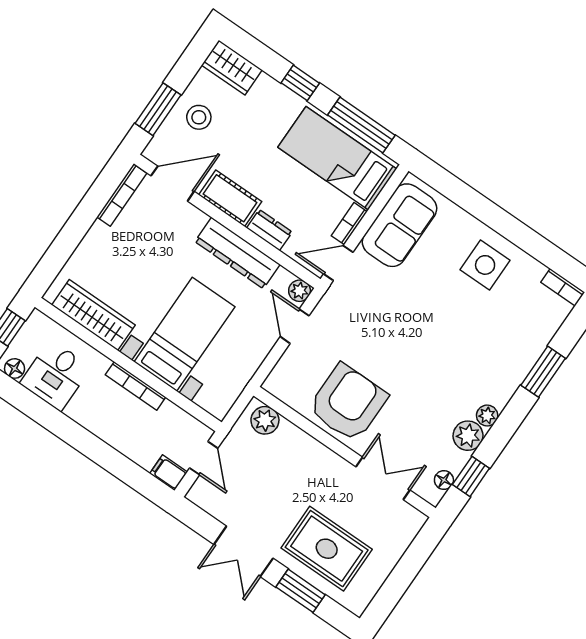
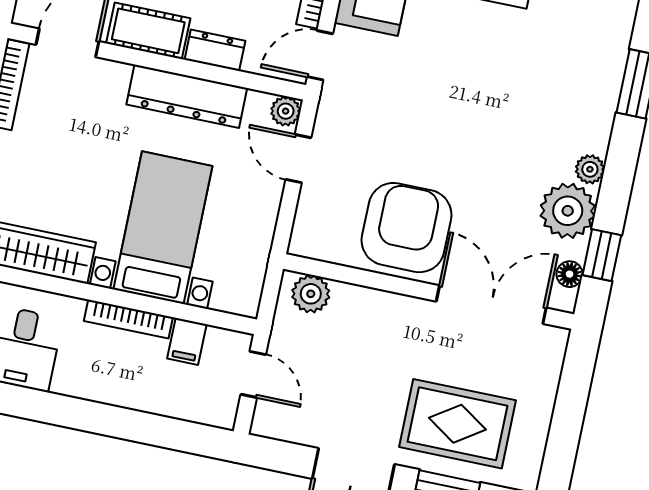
plant: (468, 436) -> (568, 211), width x1.36, depth x1.36
filing cabinet: (169, 473) -> (187, 341), moved, turned -90
double door: (383, 478) -> (491, 305), width x1.37

